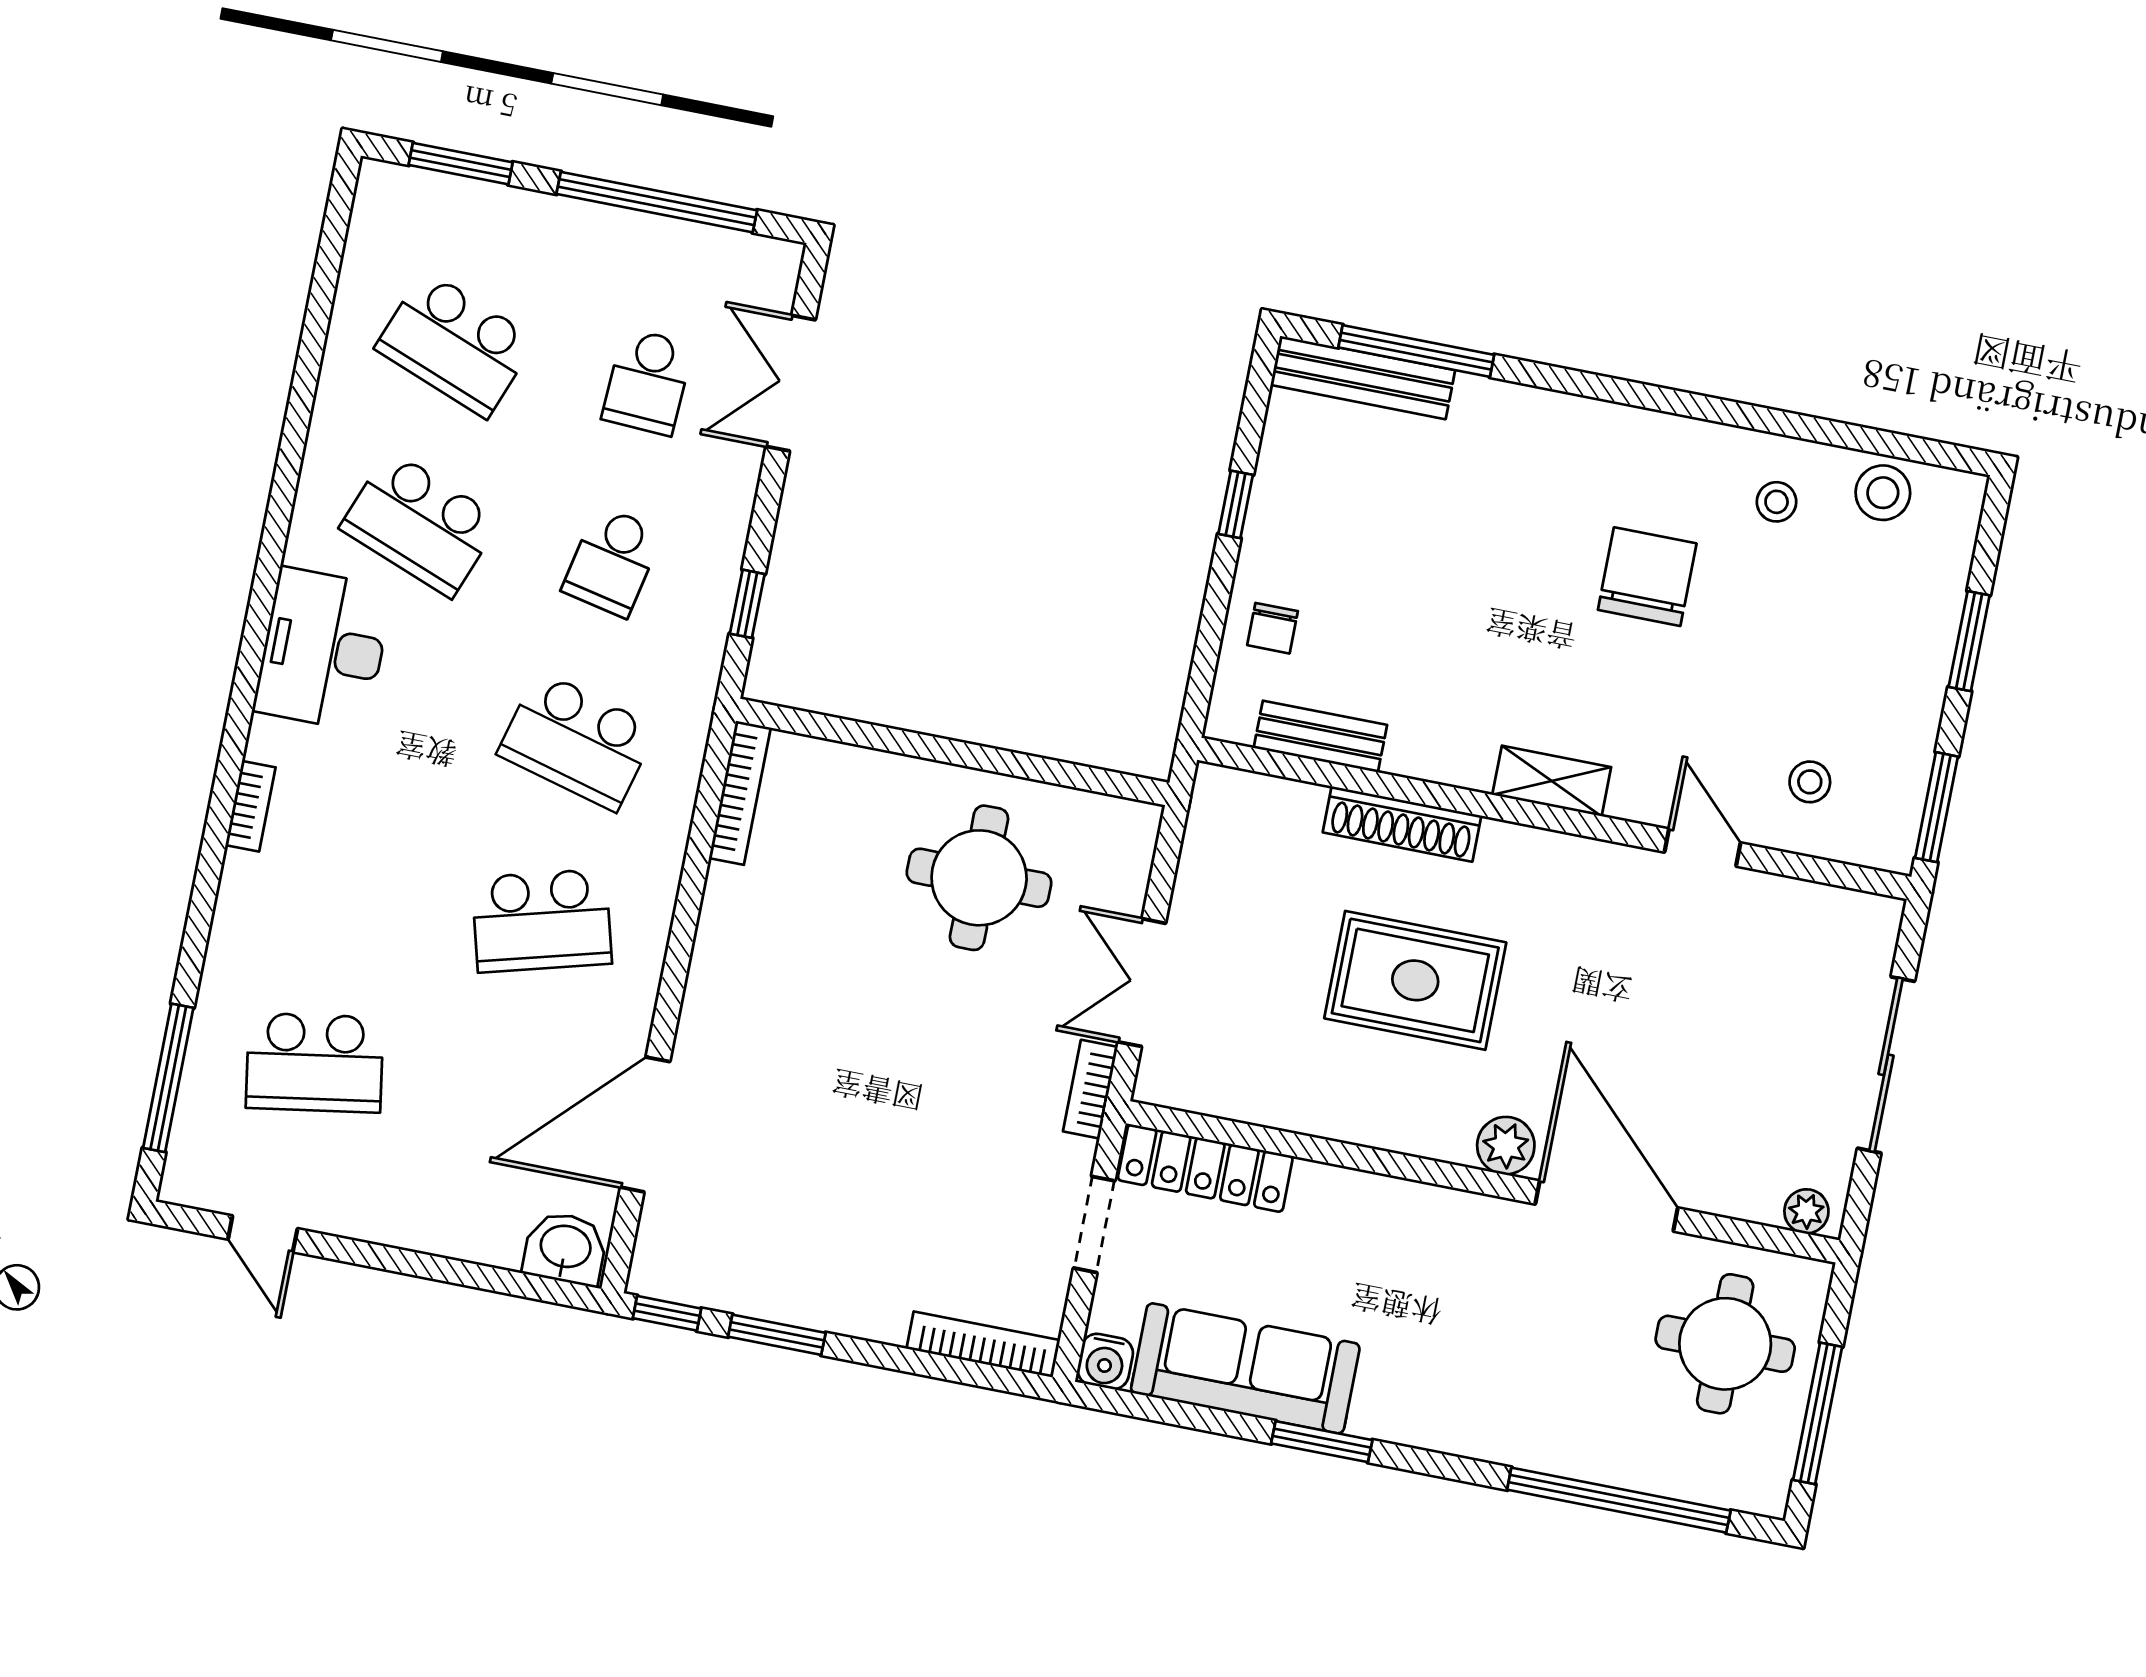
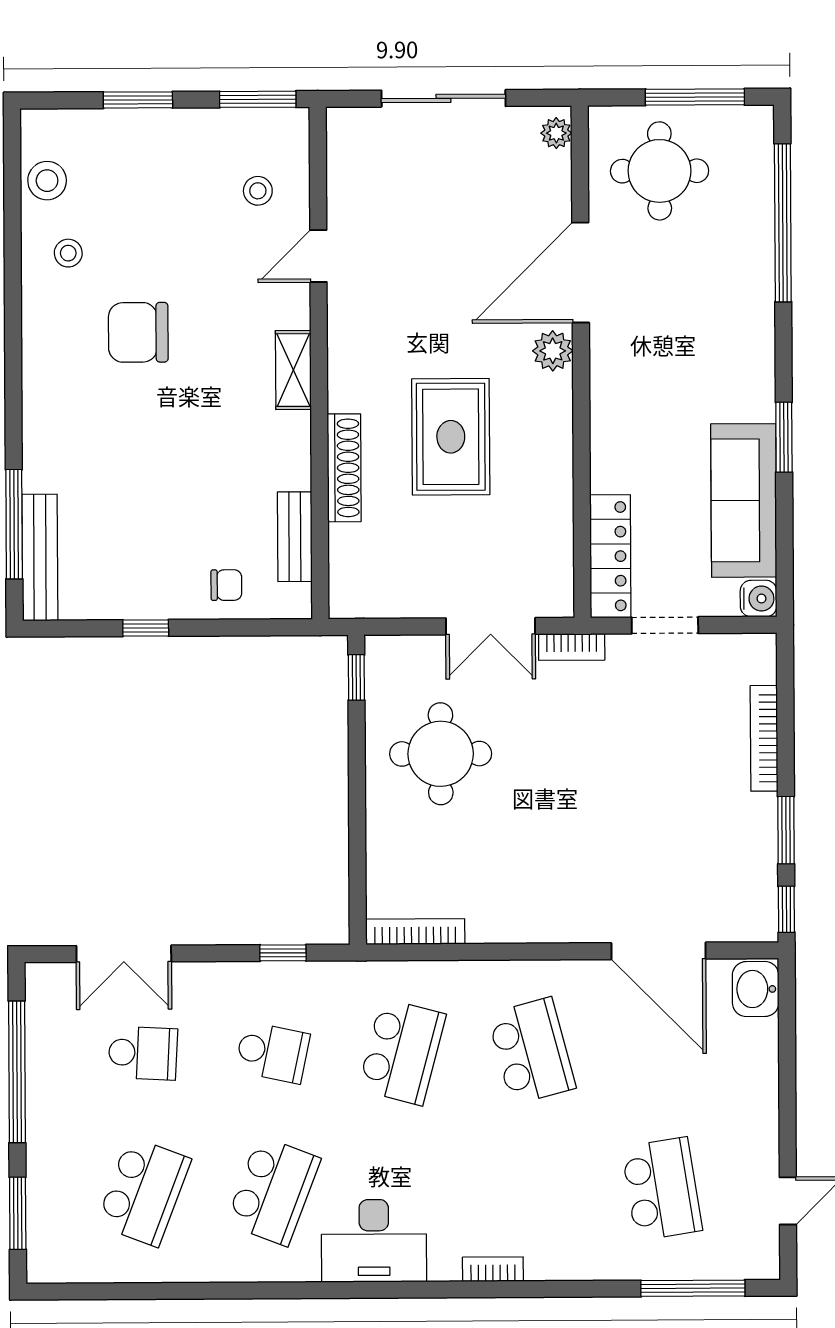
window: (1108, 782) -> (356, 677), added
bookcase: (983, 1344) -> (764, 738), moved

